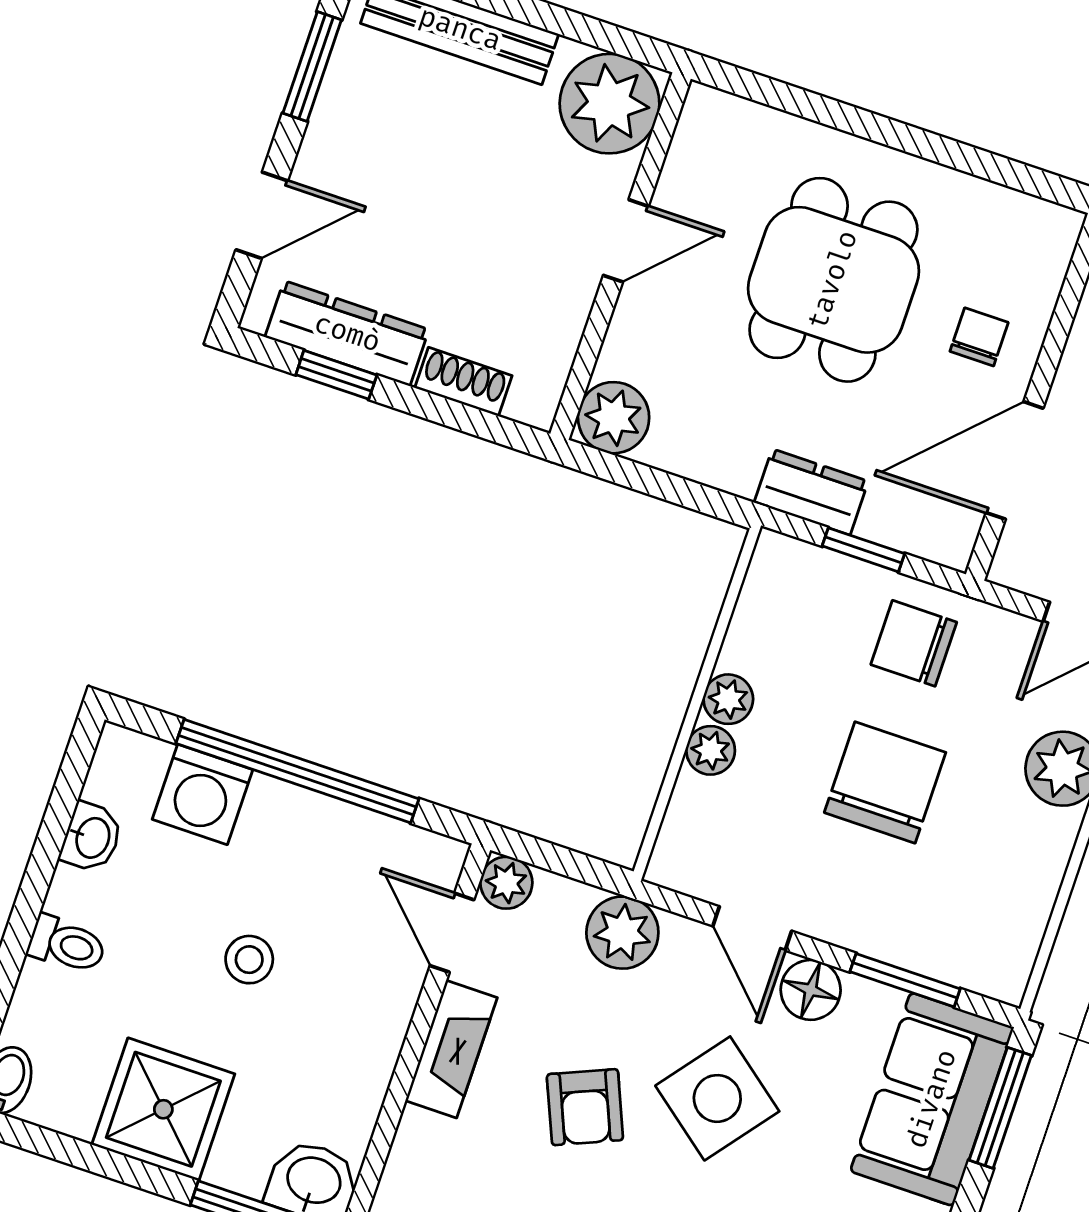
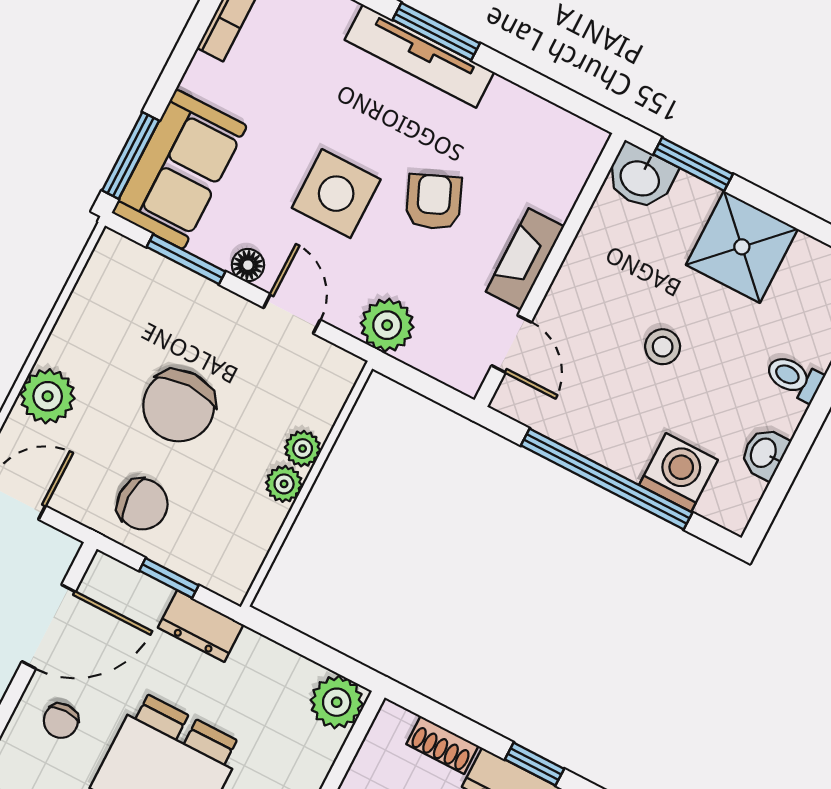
plant: (506, 883) -> (466, 374), removed
floor lamp: (811, 990) -> (248, 265), width x0.73, depth x0.73
side table: (717, 1098) -> (336, 194), turned -38

